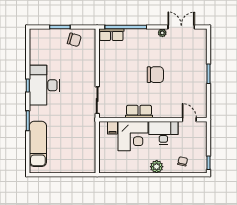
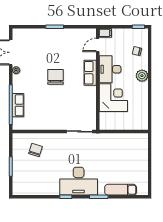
row of seats: (111, 35) -> (18, 105), moved
chair: (74, 40) -> (35, 150), moved
desk: (44, 85) -> (79, 181), moved
row of seats: (139, 112) -> (90, 73), moved
filing cabinet: (113, 128) -> (105, 33), moved
exam couch: (38, 144) -> (121, 190), width x0.73, depth x0.69

